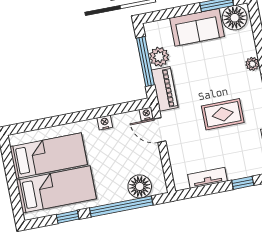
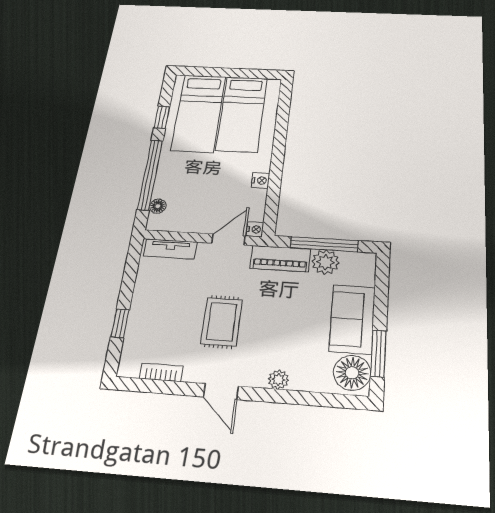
tv unit: (207, 178) -> (170, 249), moved, turned 90
floor lamp: (140, 186) -> (158, 206), width x0.53, depth x0.53

